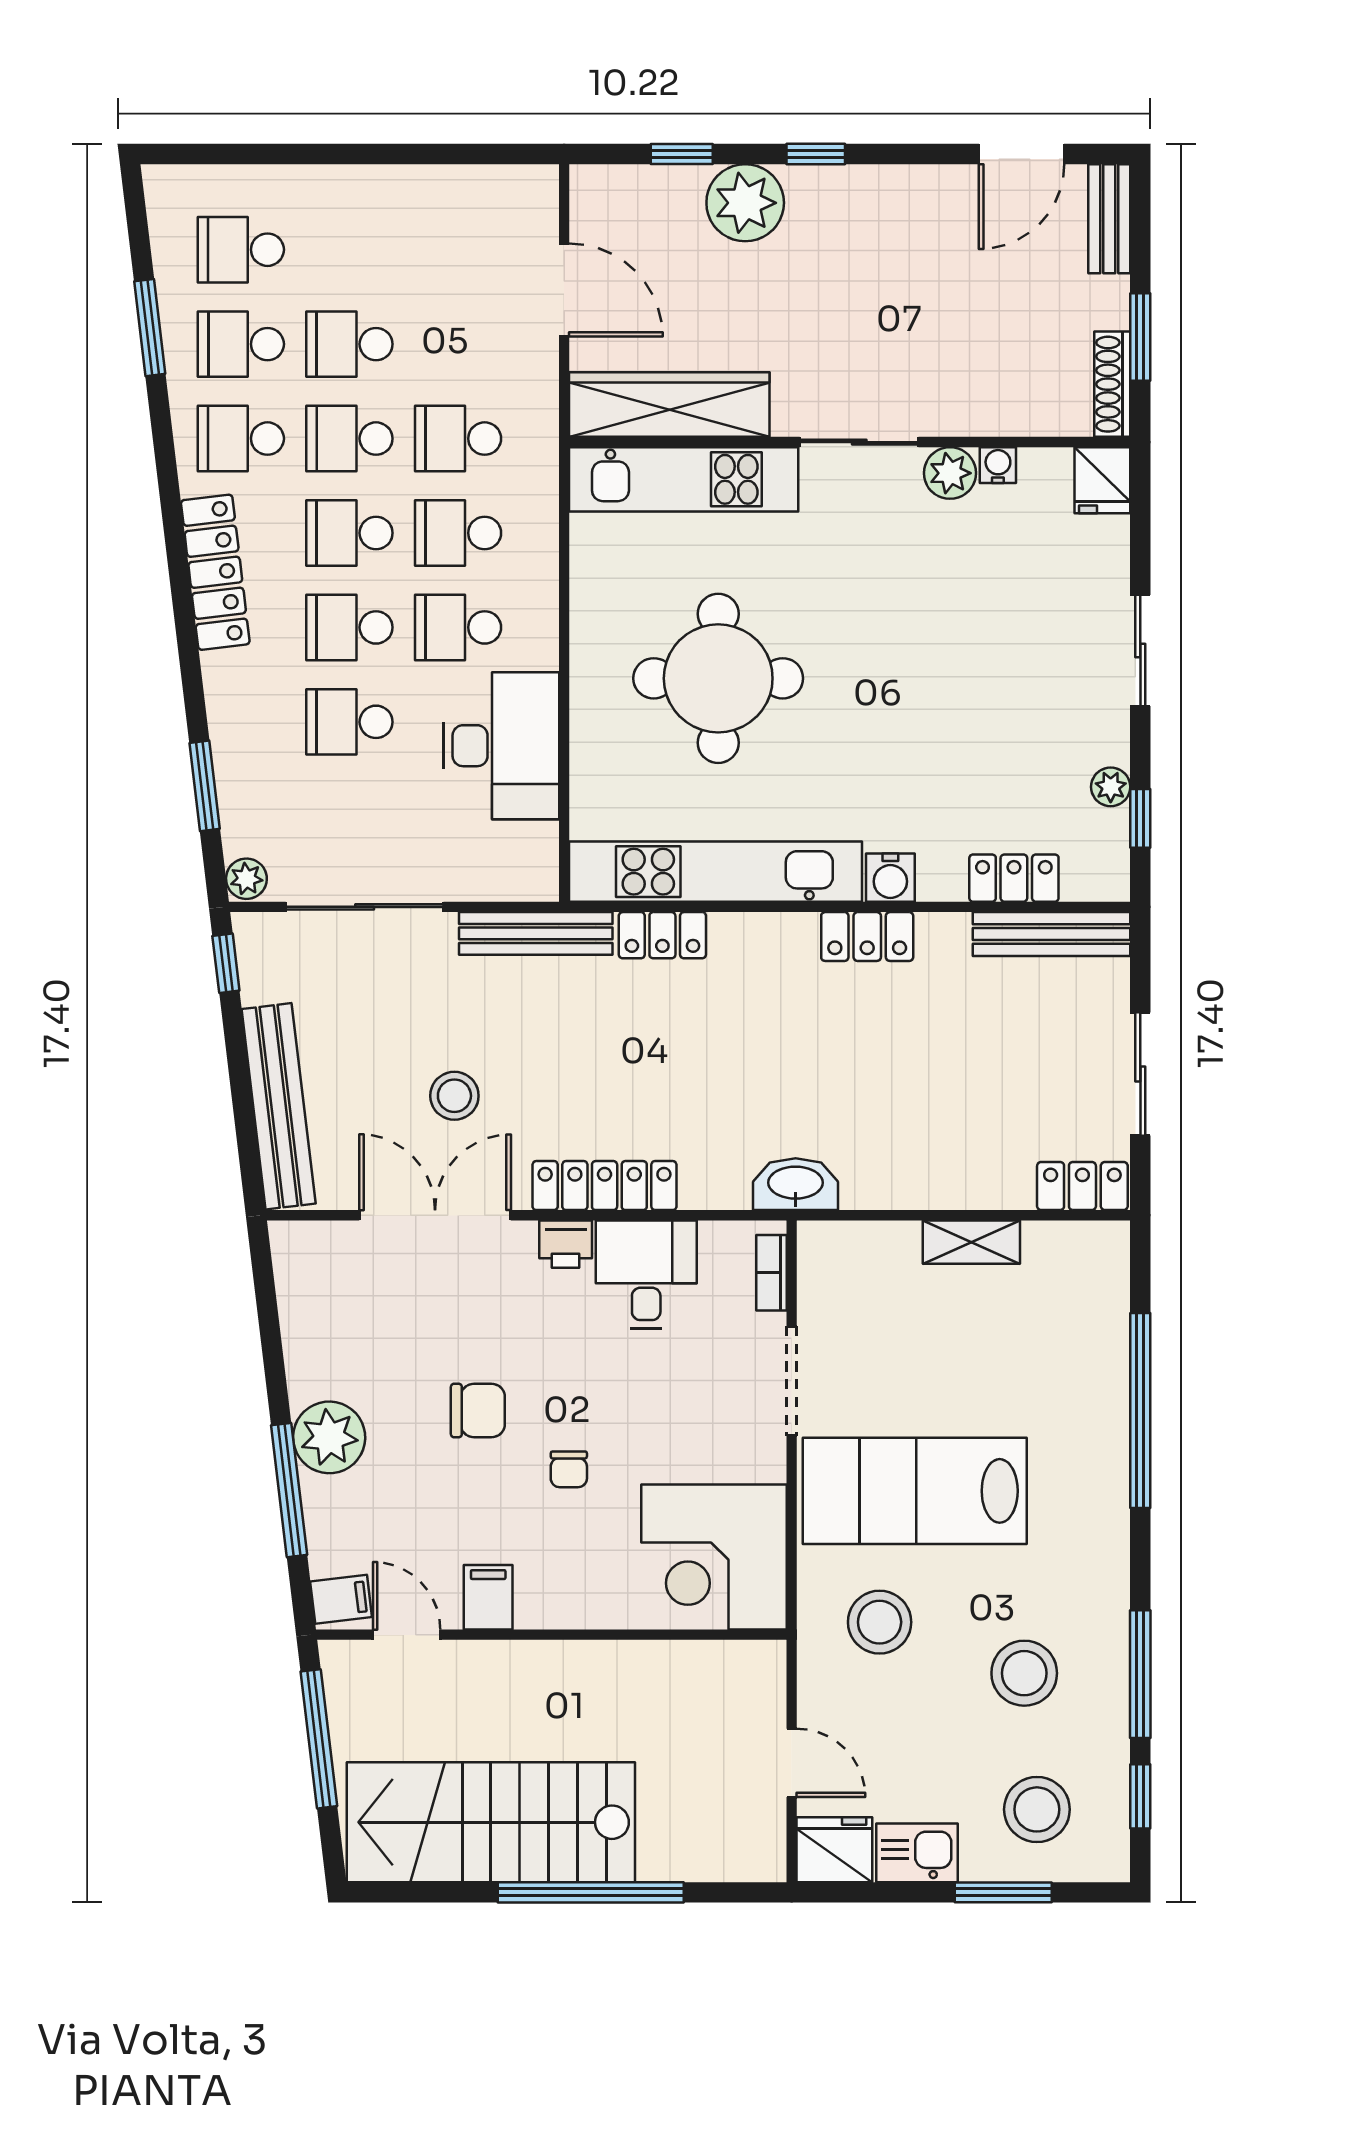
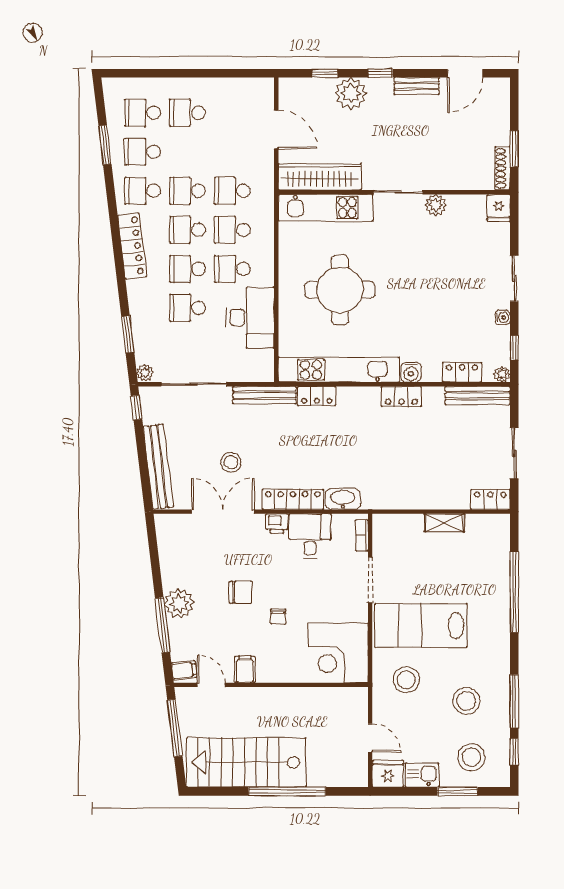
bench: (1109, 219) -> (417, 86), moved, turned 90
school desk: (349, 344) -> (187, 113), moved
water cooler: (998, 465) -> (503, 318), moved, turned 90
plant: (1111, 787) -> (502, 374), moved
washbasin: (796, 1184) -> (343, 499), moved

